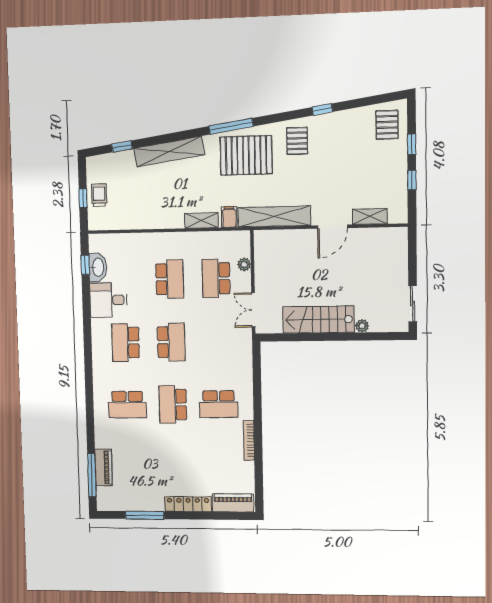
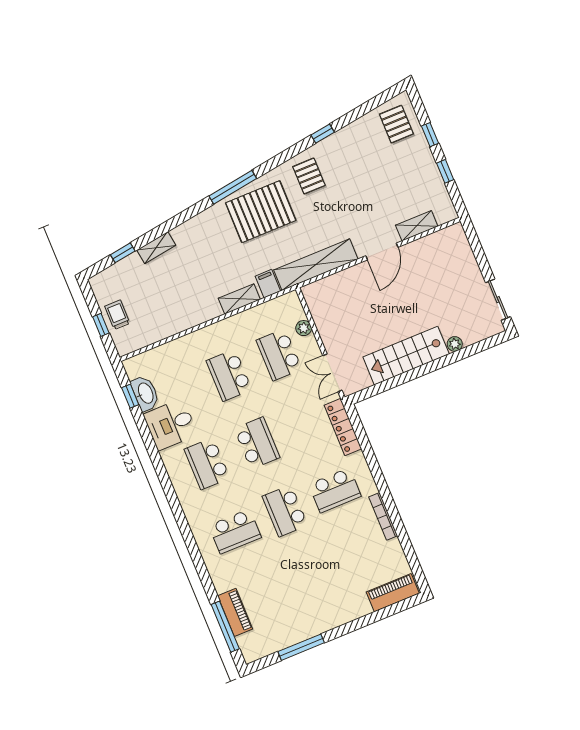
shelving: (169, 152) -> (156, 248), width x0.45, depth x0.75
school desk: (170, 279) -> (229, 375), turned 180
locker: (188, 504) -> (343, 427), moved, turned -90

